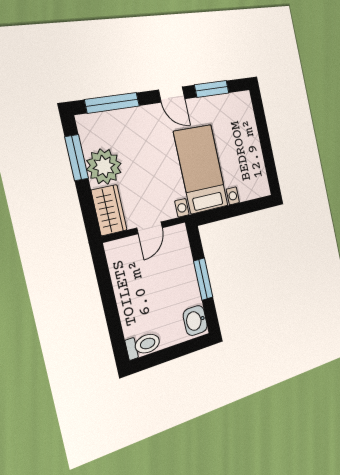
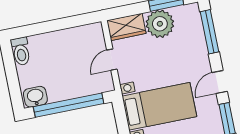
door: (150, 228) -> (112, 60), hinge flipped
window: (203, 279) -> (69, 105), width x2.11

